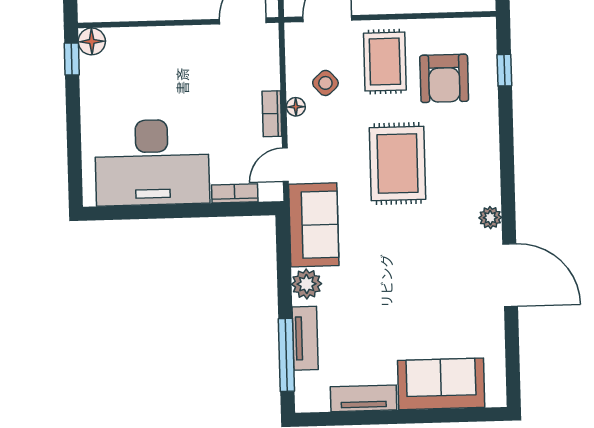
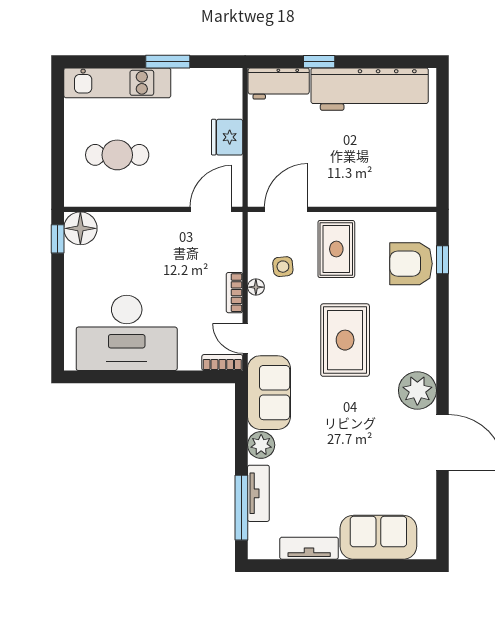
floor lamp: (92, 41) -> (80, 228), width x1.38, depth x1.38
armchair: (444, 78) -> (411, 264), moved, turned 90
side table: (325, 83) -> (283, 267), turned 37
door: (285, 165) -> (245, 338), hinge flipped
bookcase: (235, 193) -> (222, 363), moved
plant: (490, 218) -> (417, 390), width x1.88, depth x1.88

